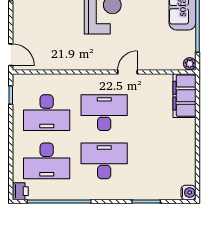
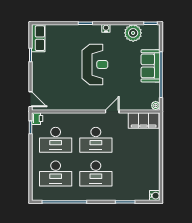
filing cabinet: (184, 96) -> (144, 121), moved, turned -90
desk: (104, 113) -> (96, 140), turned 180
desk: (104, 161) -> (96, 173), turned 180
printer: (20, 191) -> (37, 119), moved

